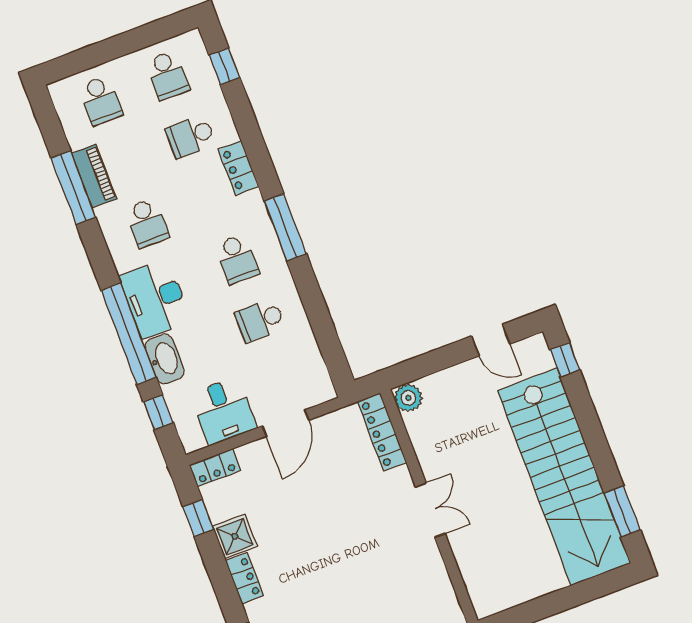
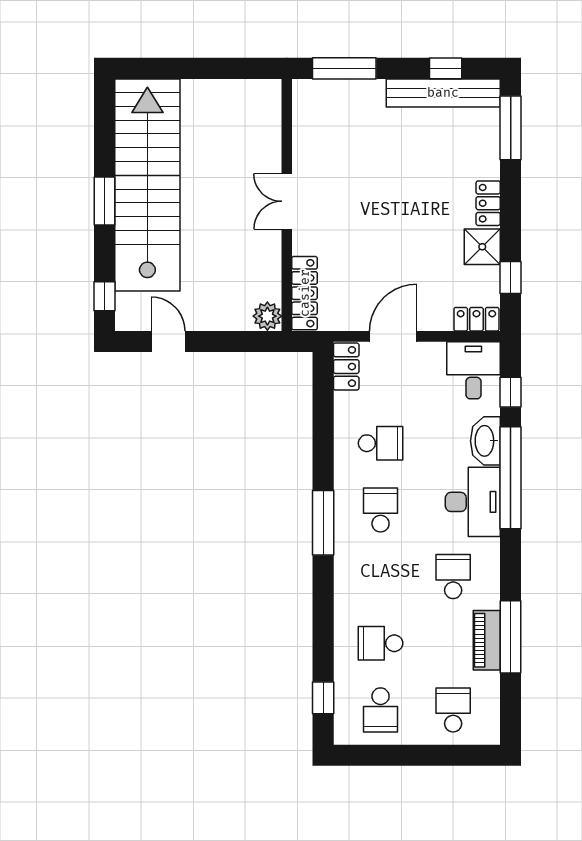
school desk: (167, 75) -> (381, 710), turned 180
school desk: (191, 137) -> (381, 643), turned 180
locker: (239, 168) -> (346, 367), moved
desk: (223, 411) -> (473, 370), moved
window: (622, 512) -> (105, 201), moved

